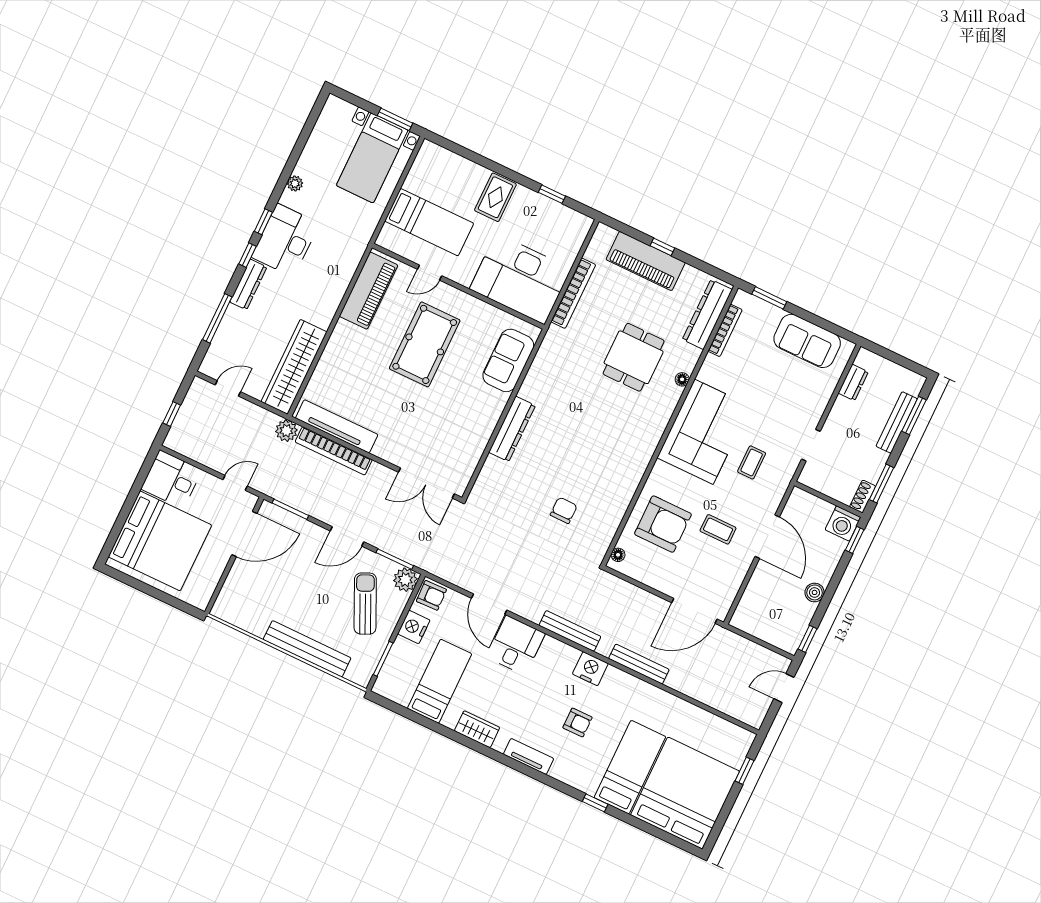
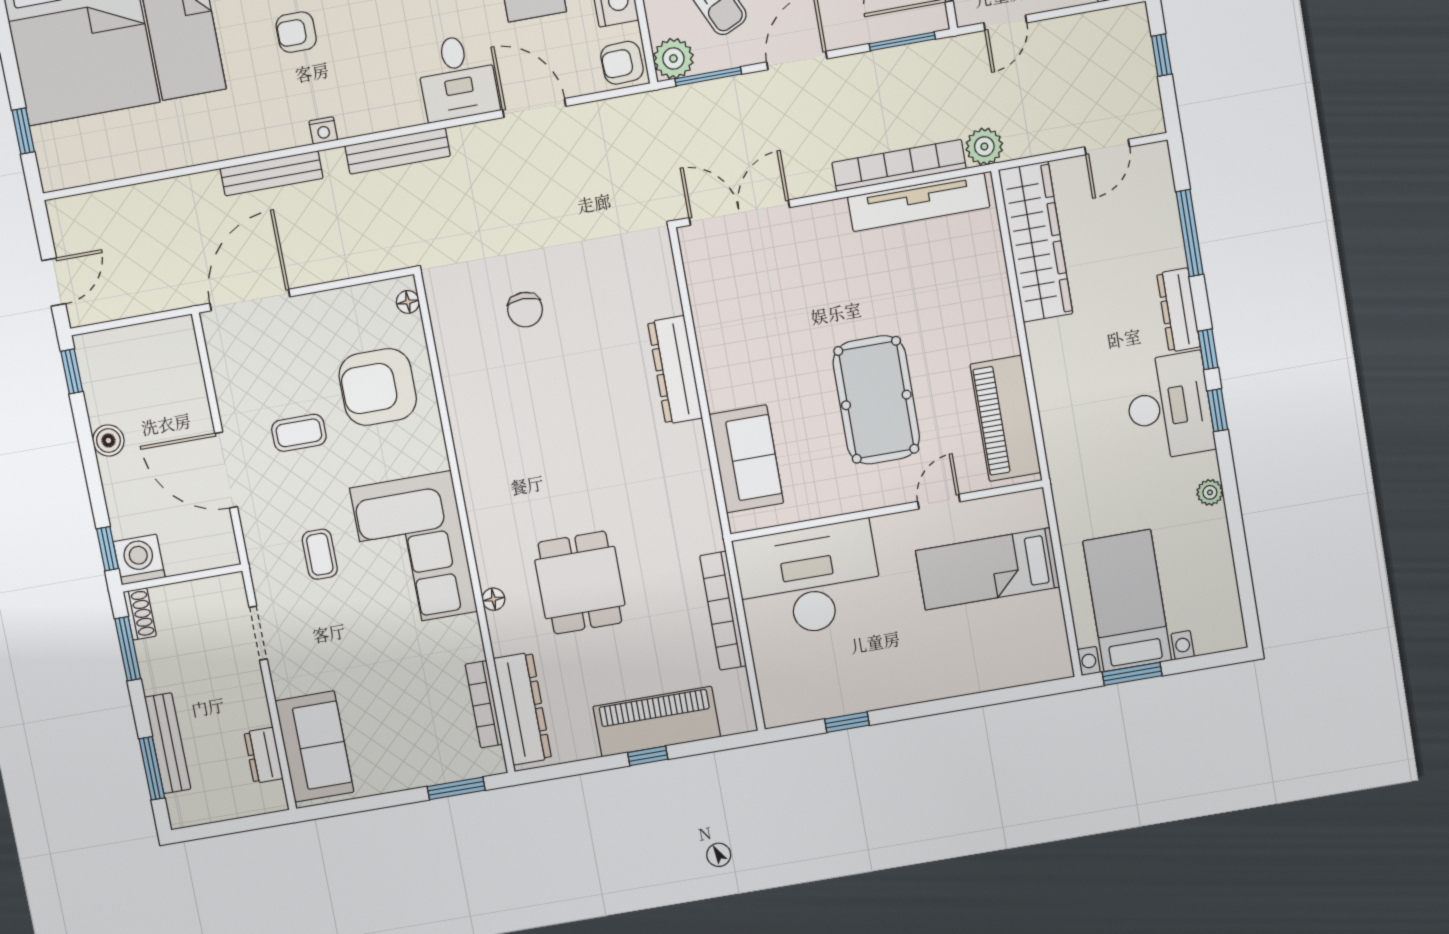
rug: (495, 197) -> (921, 665), removed
sofa: (807, 341) -> (314, 747), moved, turned 90
nightstand: (590, 669) -> (323, 130), width x0.53, depth x0.56

